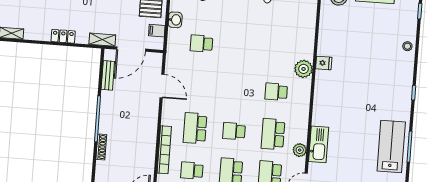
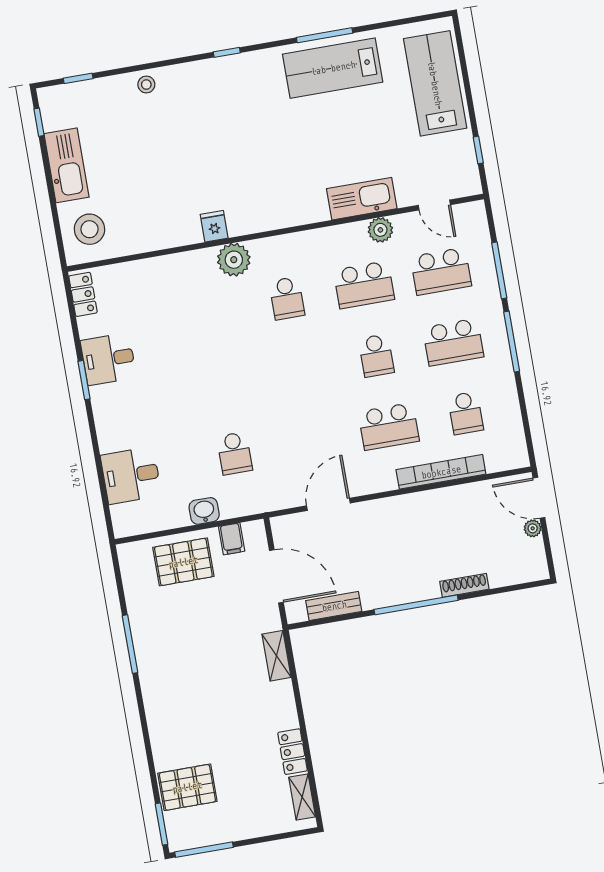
locker: (63, 36) -> (293, 752), moved
shelving: (102, 40) -> (277, 656), moved

